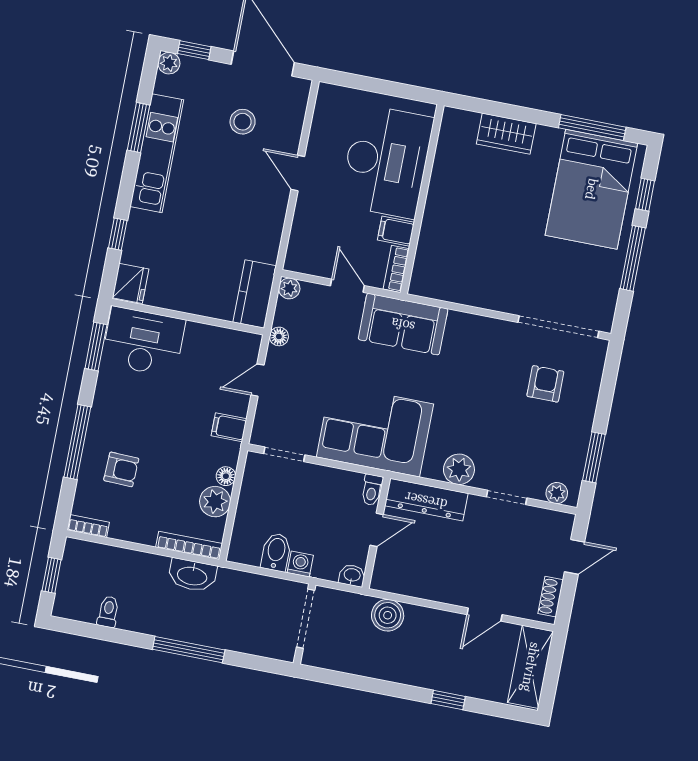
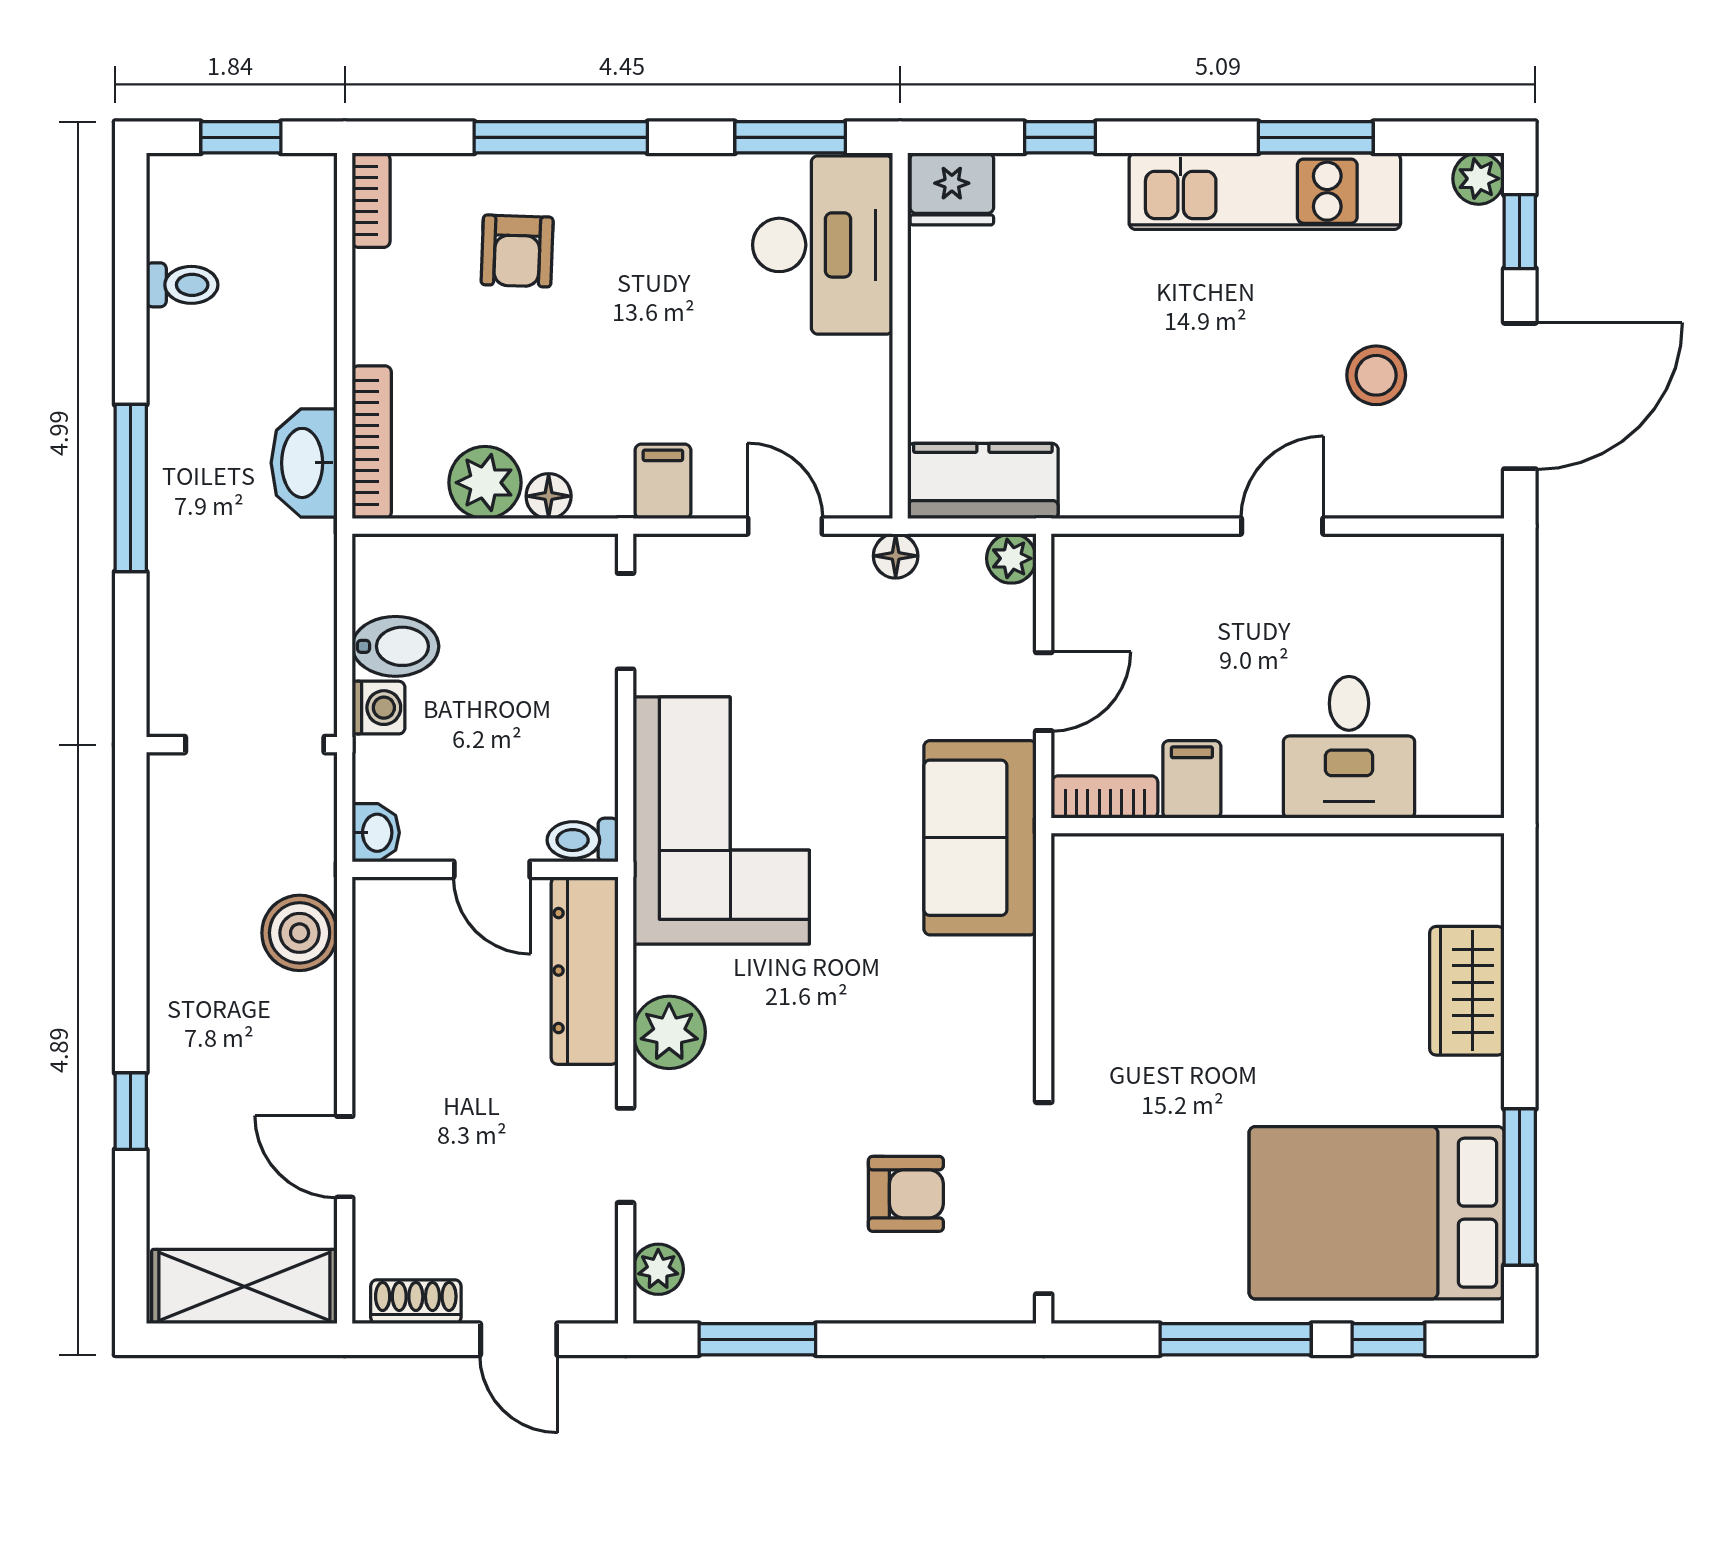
desk: (386, 161) -> (1349, 747), width x0.53, depth x0.77

